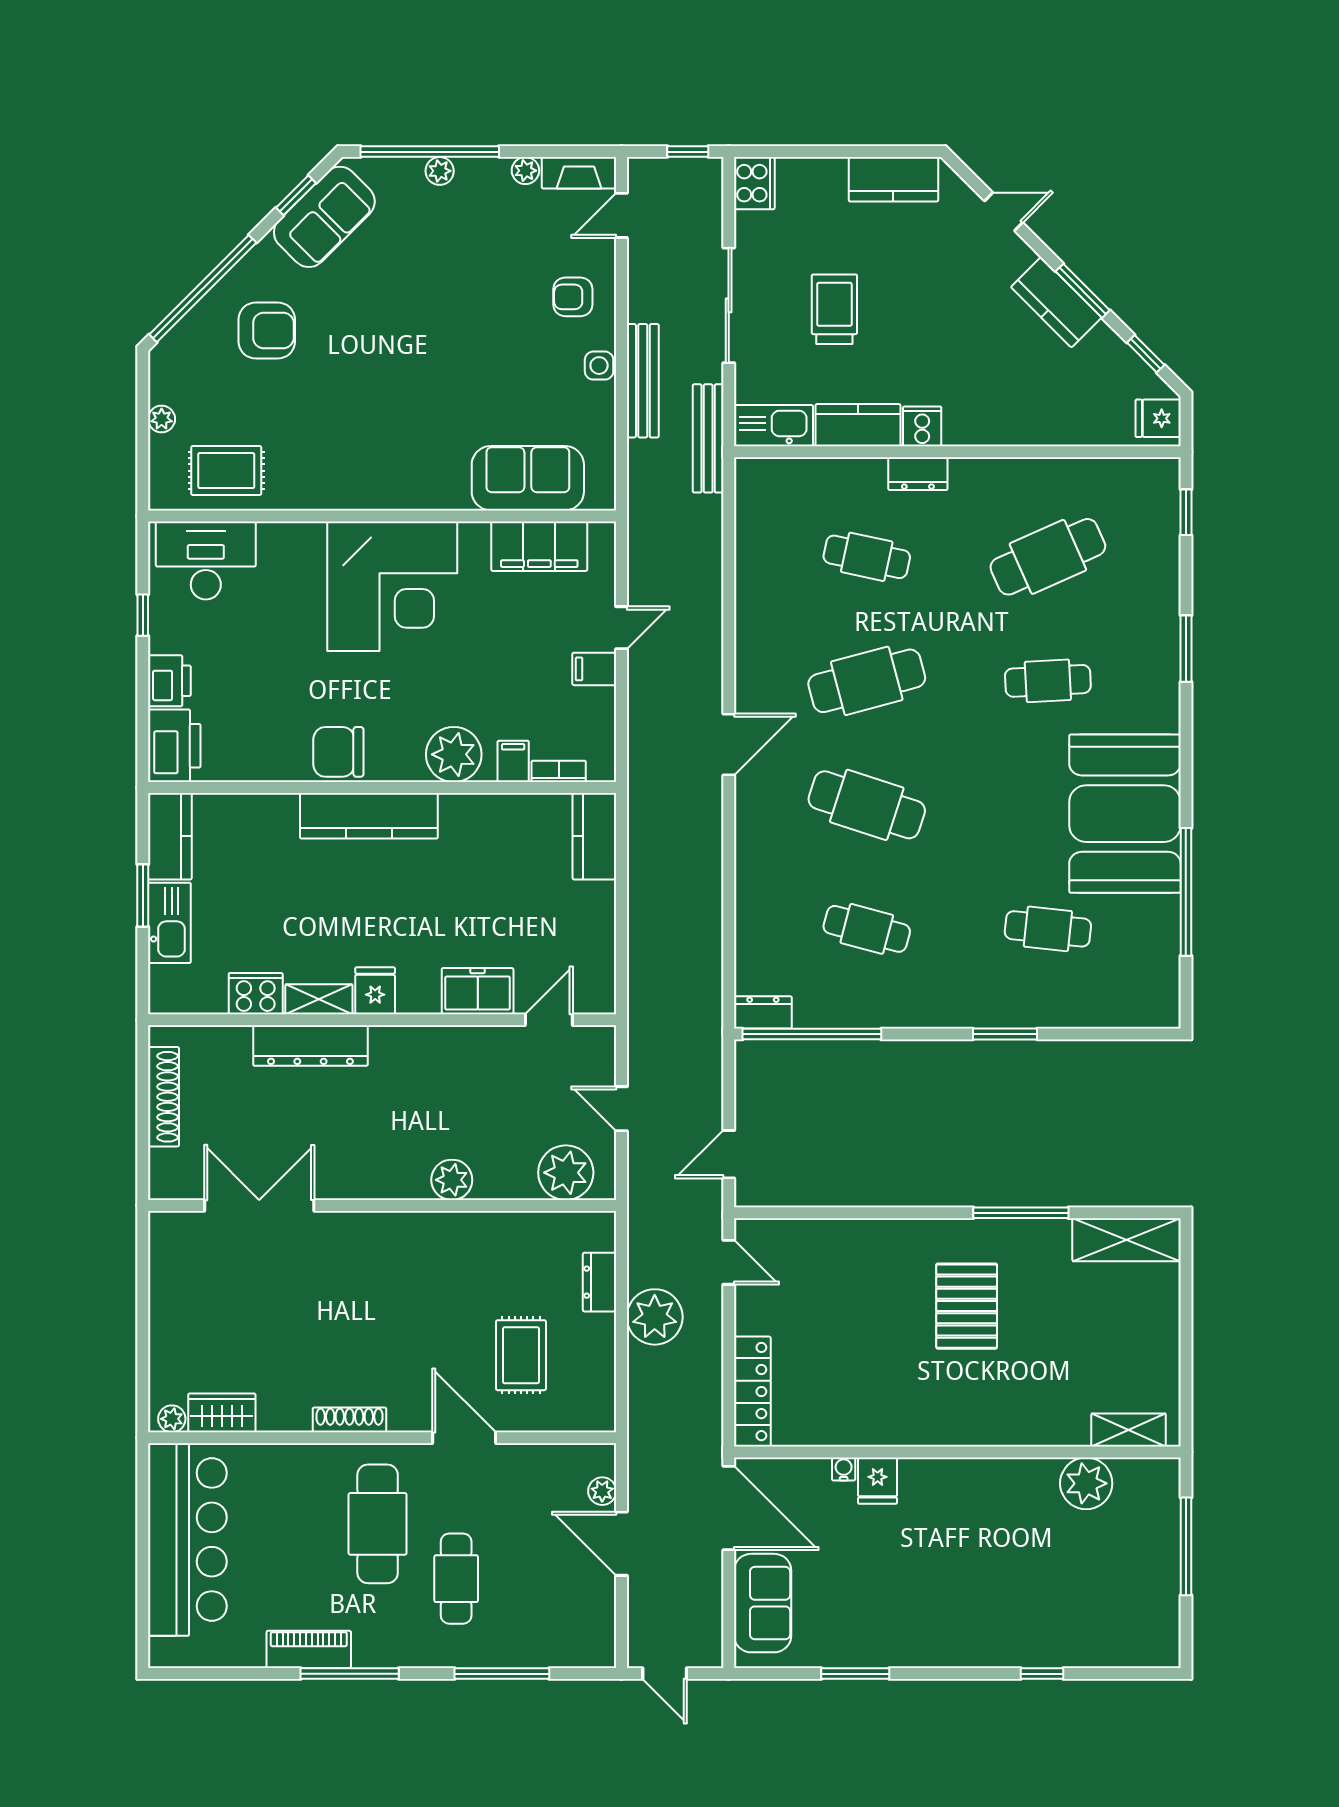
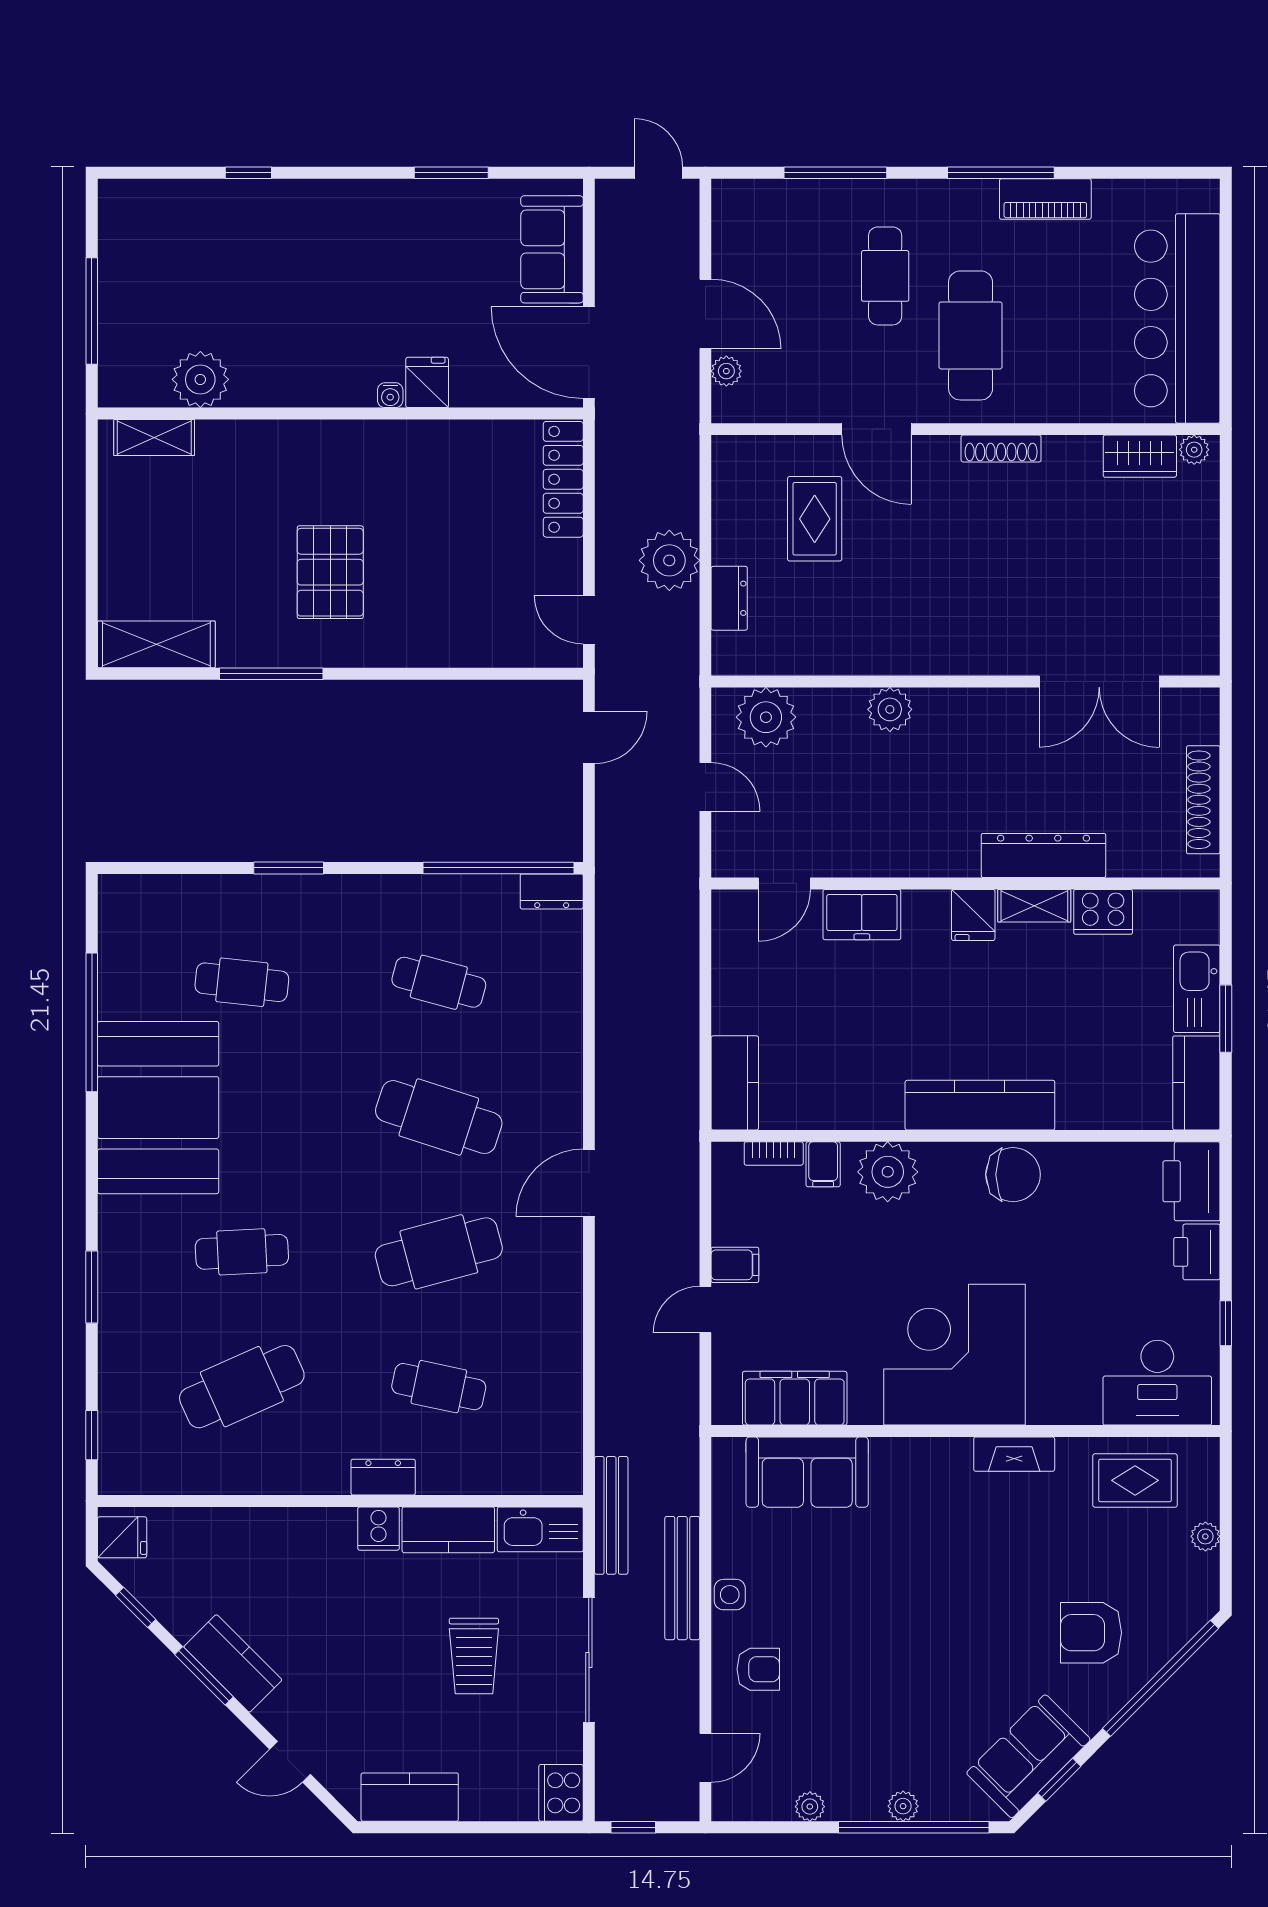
fireplace: (579, 173) -> (1014, 1454), moved, turned 180
water cooler: (844, 1469) -> (390, 395), moved

